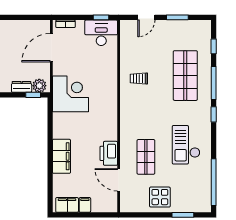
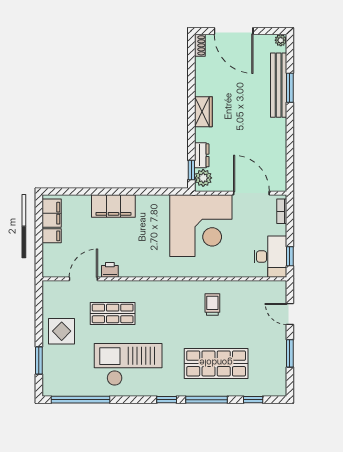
corner desk: (70, 94) -> (201, 226), width x1.36, depth x1.36
checkout: (186, 145) -> (128, 365), width x1.36, depth x1.21
printer: (109, 153) -> (110, 270), width x0.53, depth x0.68

